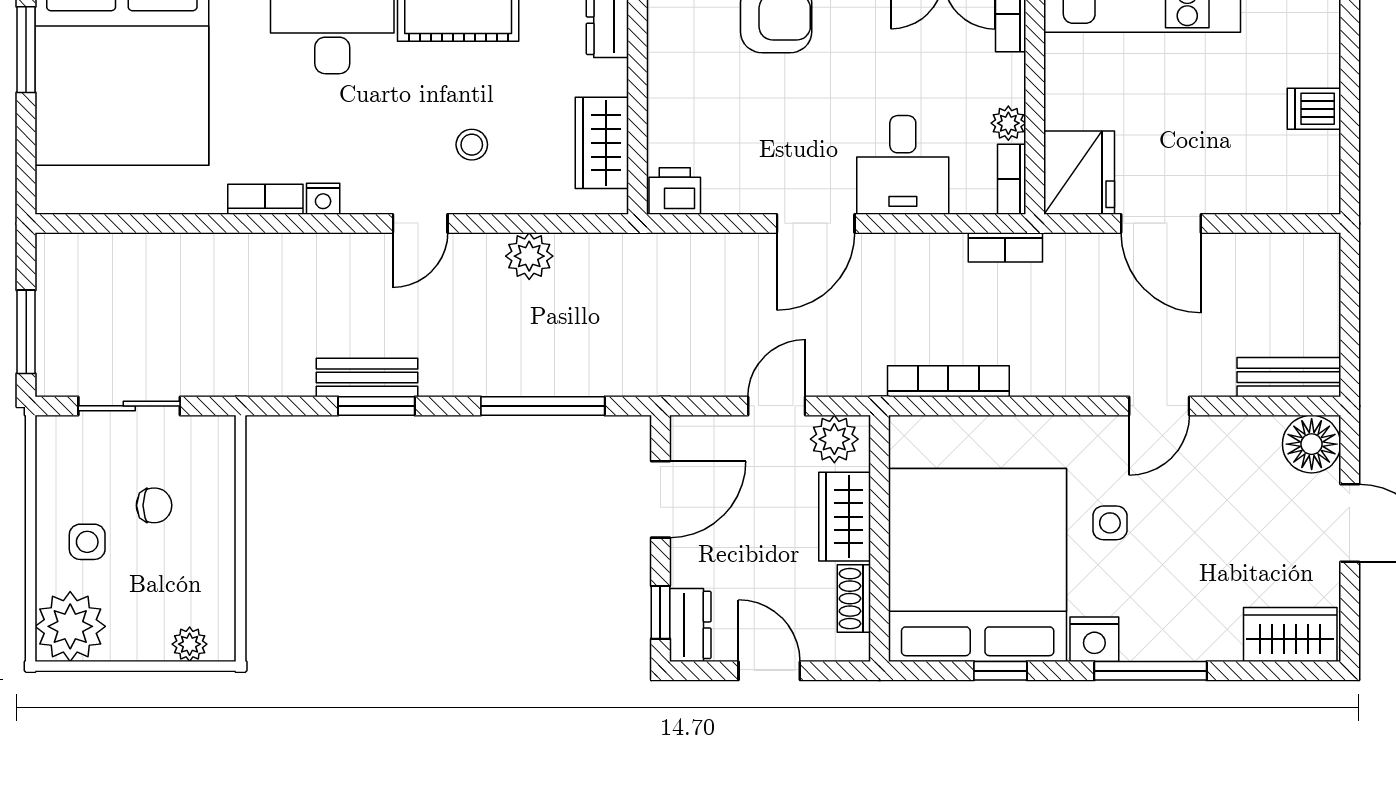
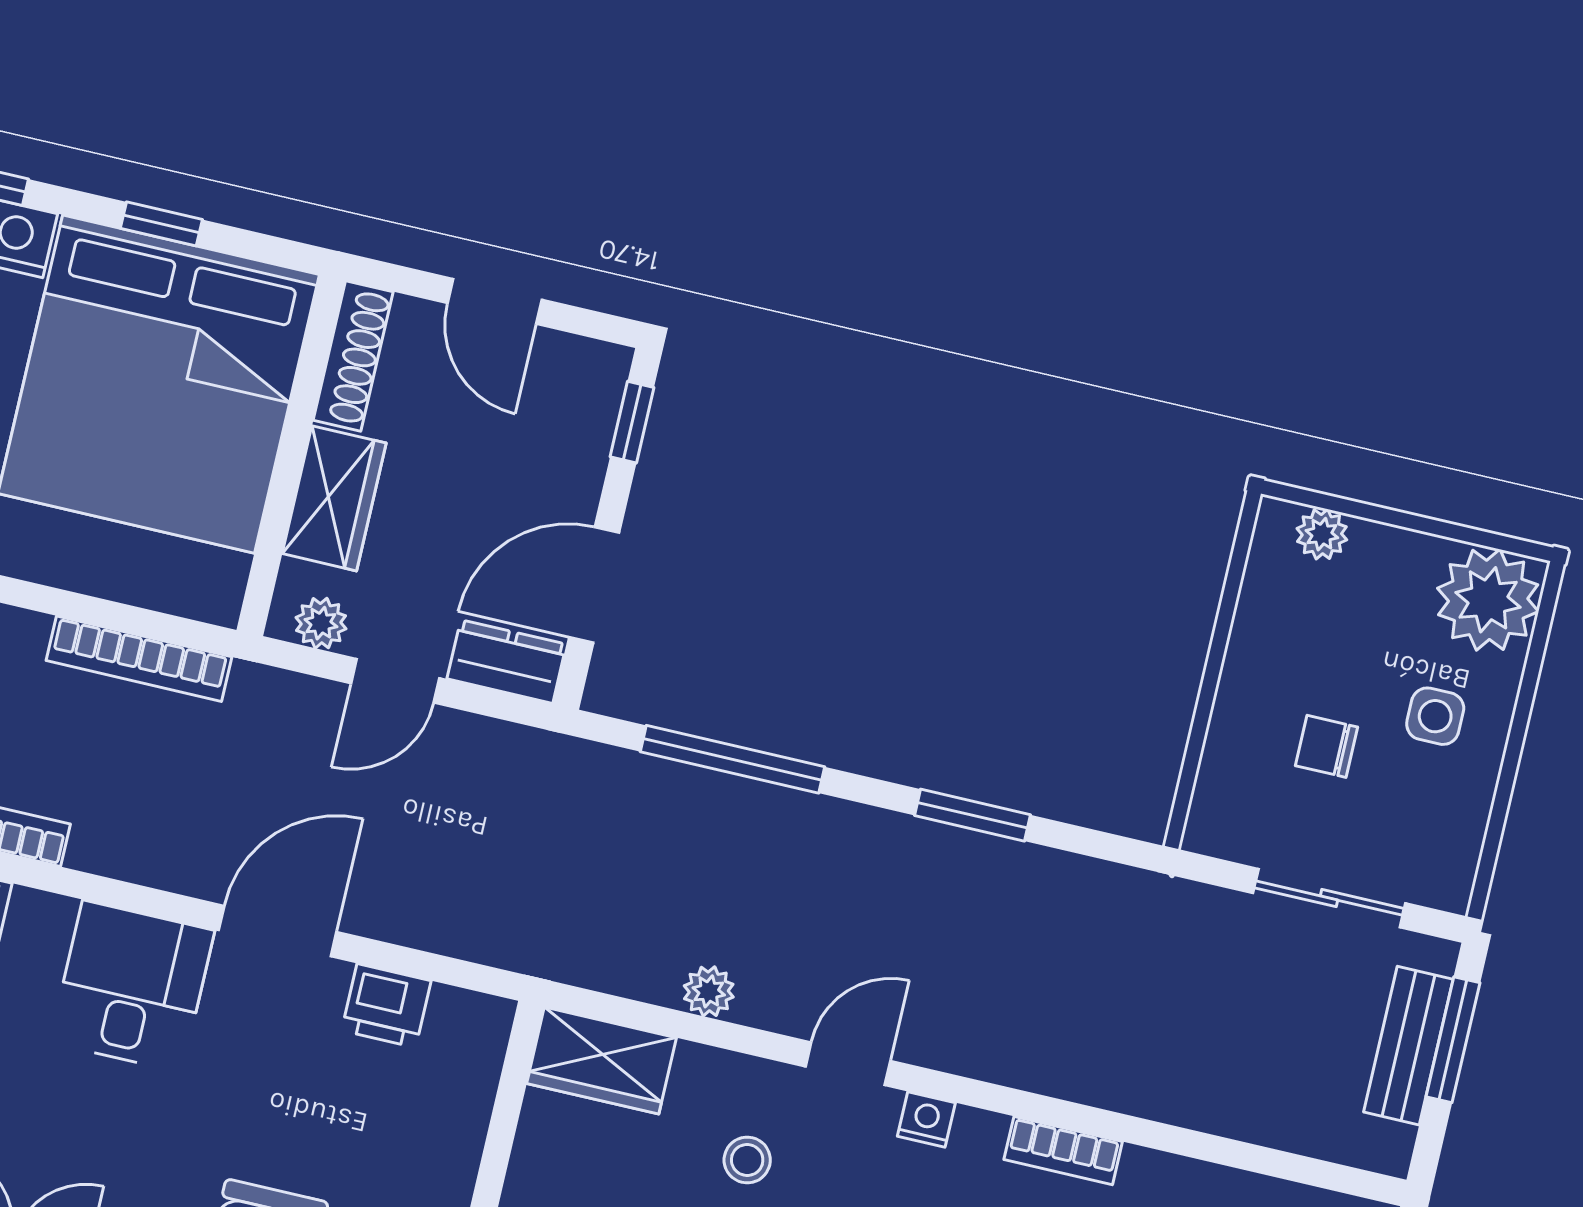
wardrobe: (602, 143) -> (602, 1061), moved, turned 90
printer: (675, 191) -> (386, 1006), moved
nightstand: (323, 199) -> (926, 1119), moved
plant: (529, 256) -> (709, 991), width x0.73, depth x0.73
bench: (367, 378) -> (1408, 1046), moved, turned 90
plant: (834, 439) -> (321, 623), width x0.73, depth x0.73
shoe rack: (854, 599) -> (353, 356), width x1.43
dresser: (690, 625) -> (507, 662), moved, turned 90

